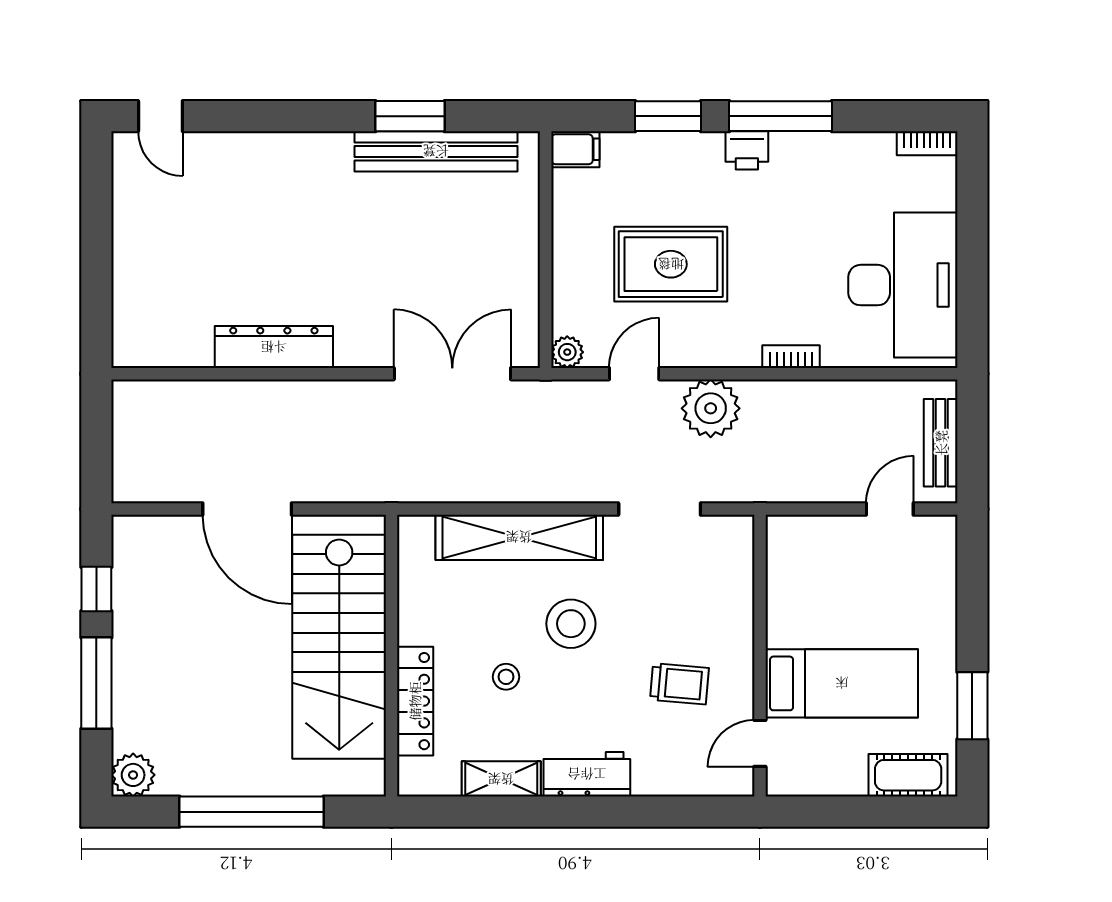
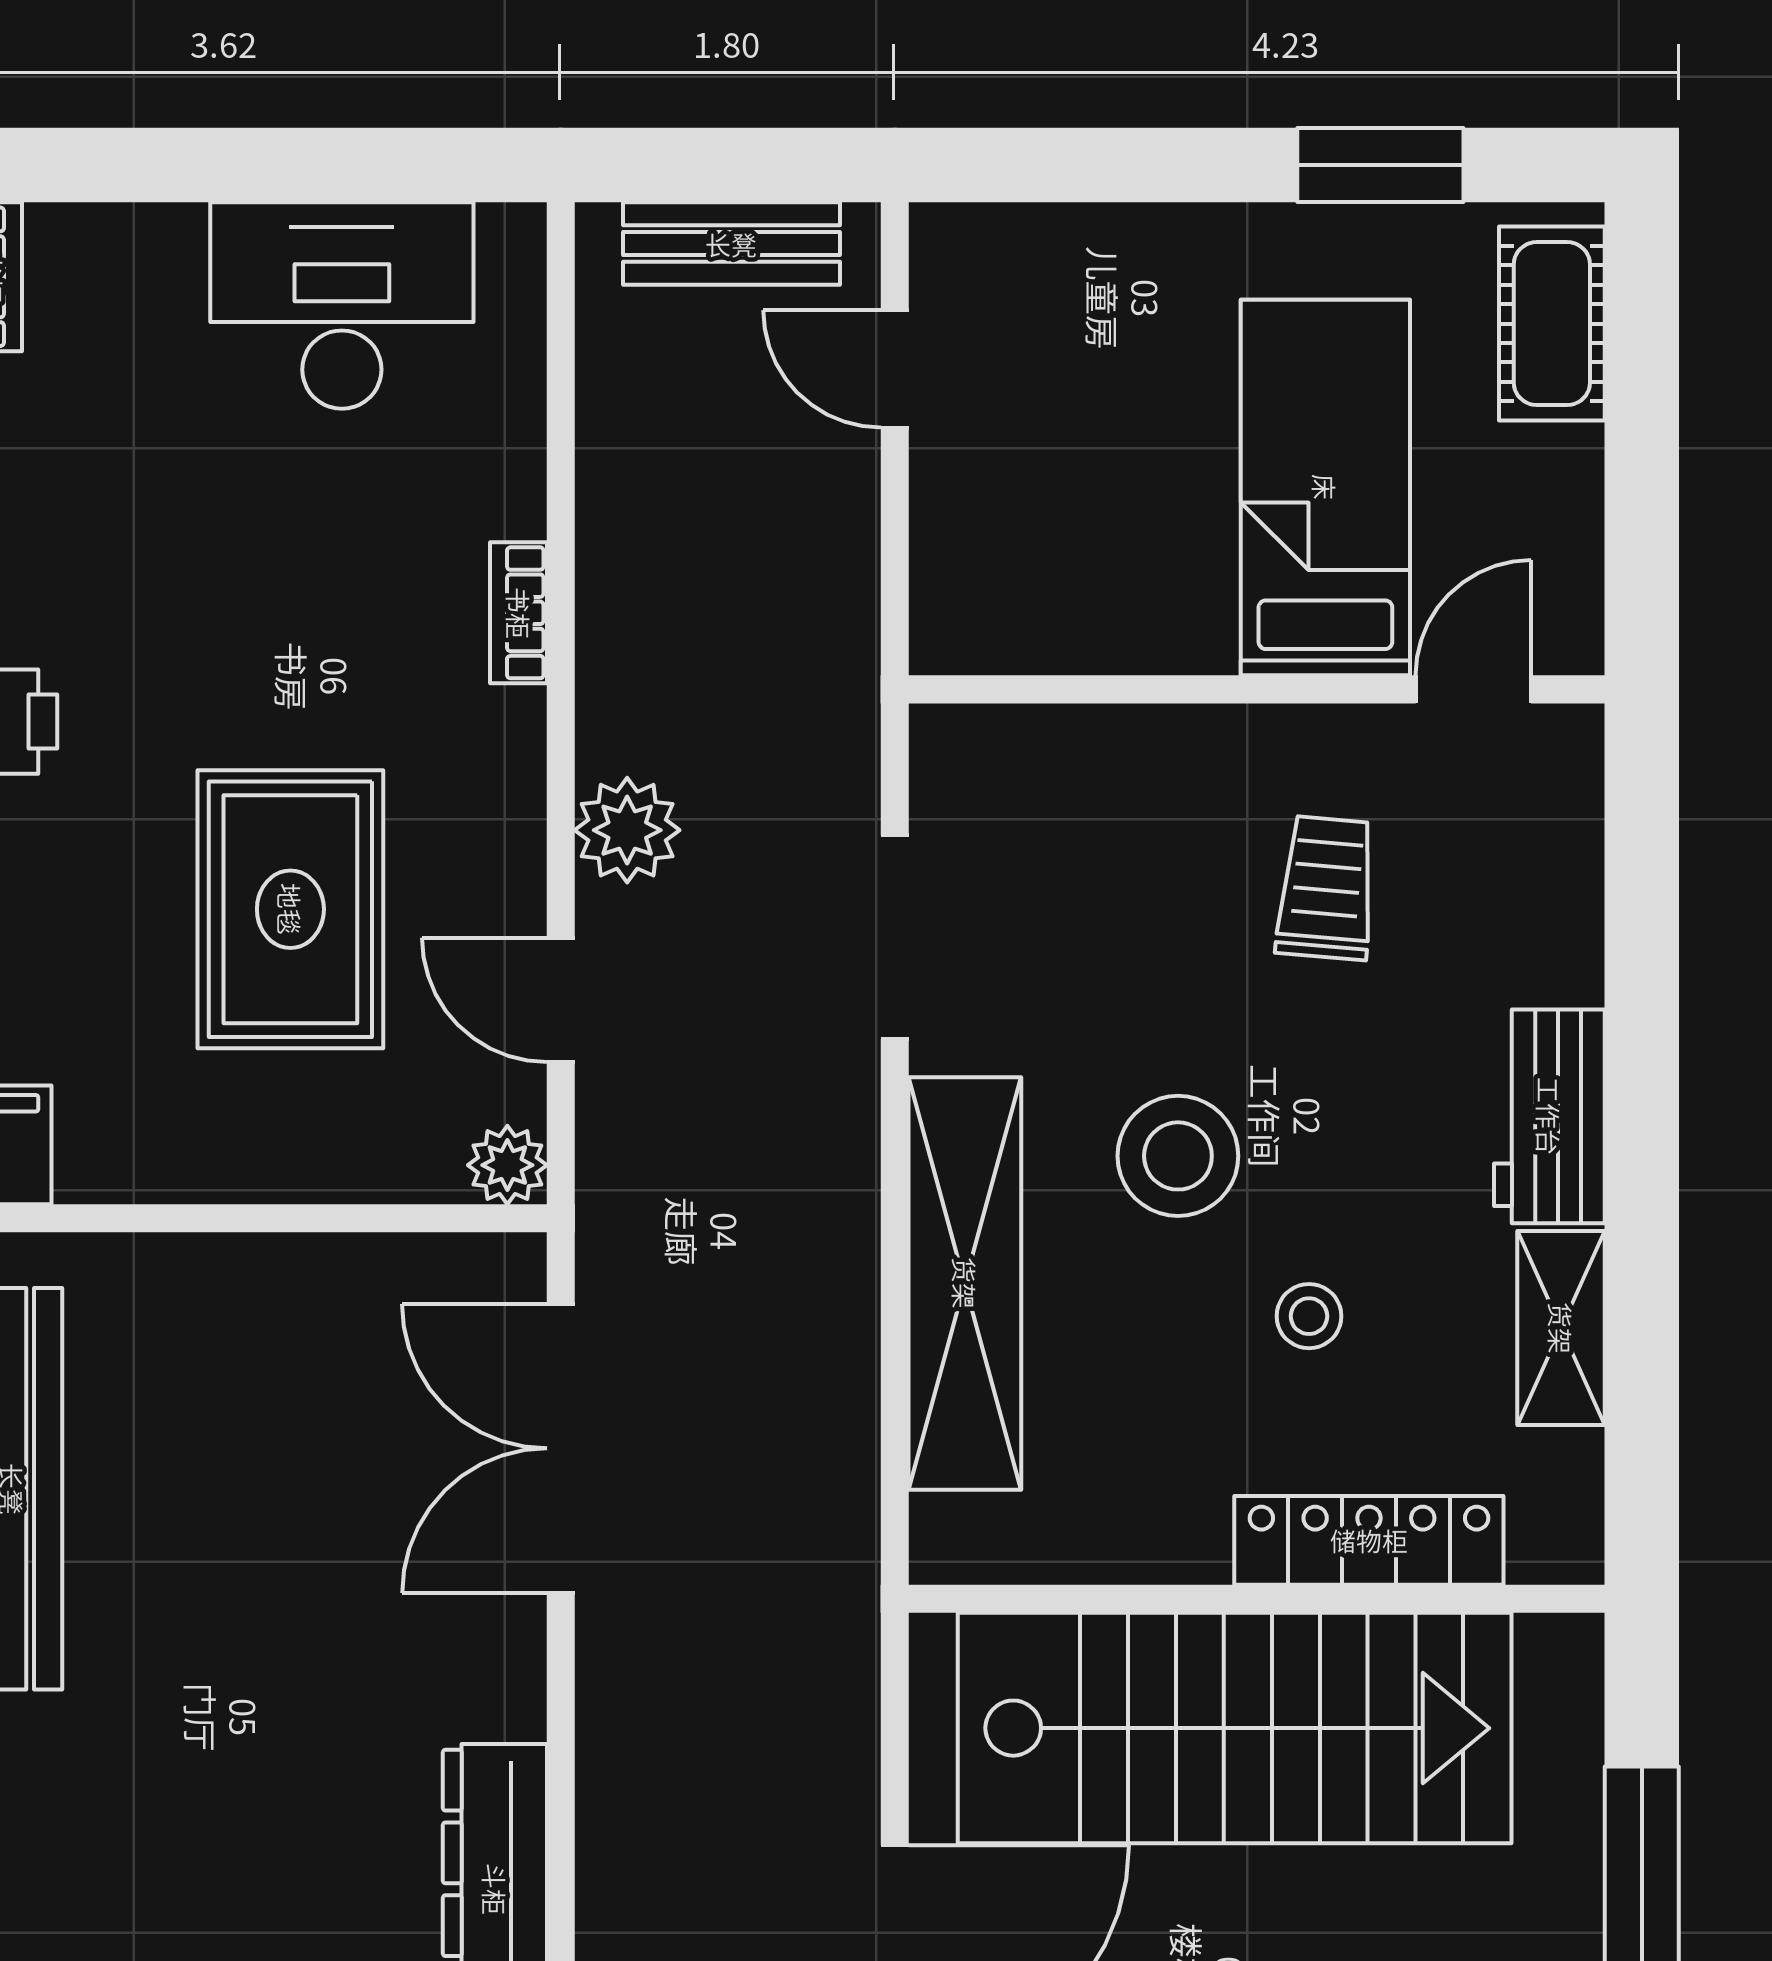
desk: (903, 285) -> (342, 305), width x0.73, depth x0.77
plant: (711, 408) -> (627, 830), width x0.73, depth x0.73
door: (760, 743) -> (1473, 689), swing flipped

